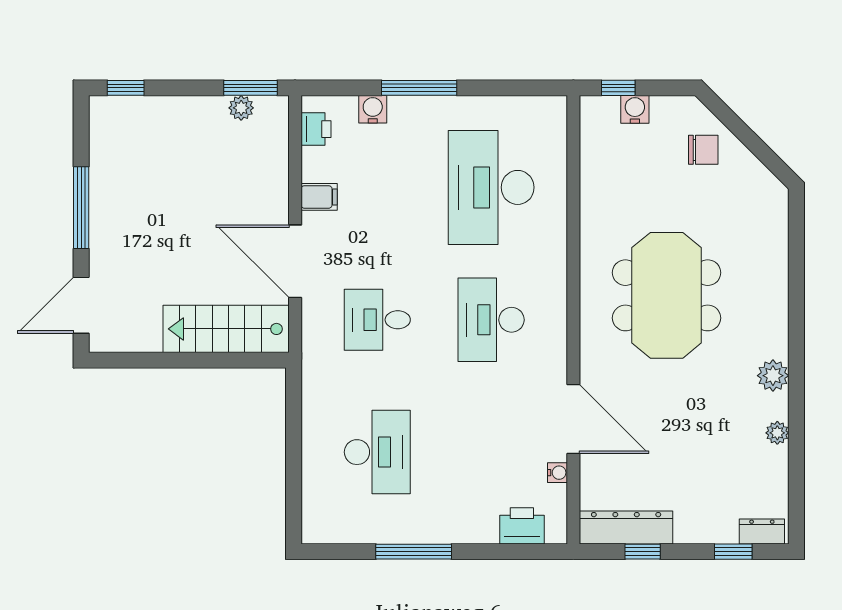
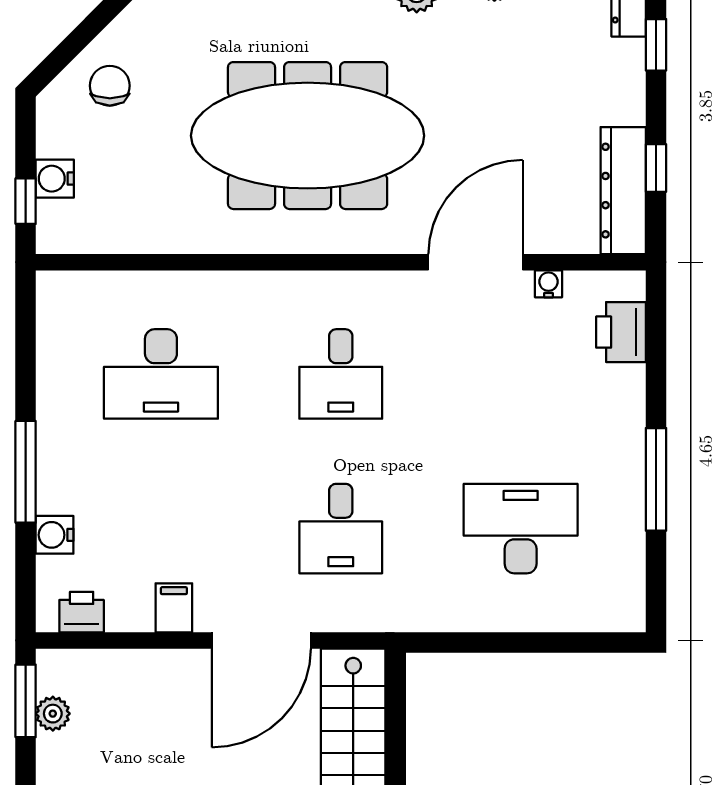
desk: (491, 187) -> (161, 374), width x0.73, depth x0.77
meeting table: (667, 295) -> (308, 136), width x1.36
desk: (491, 320) -> (341, 374), width x0.73

